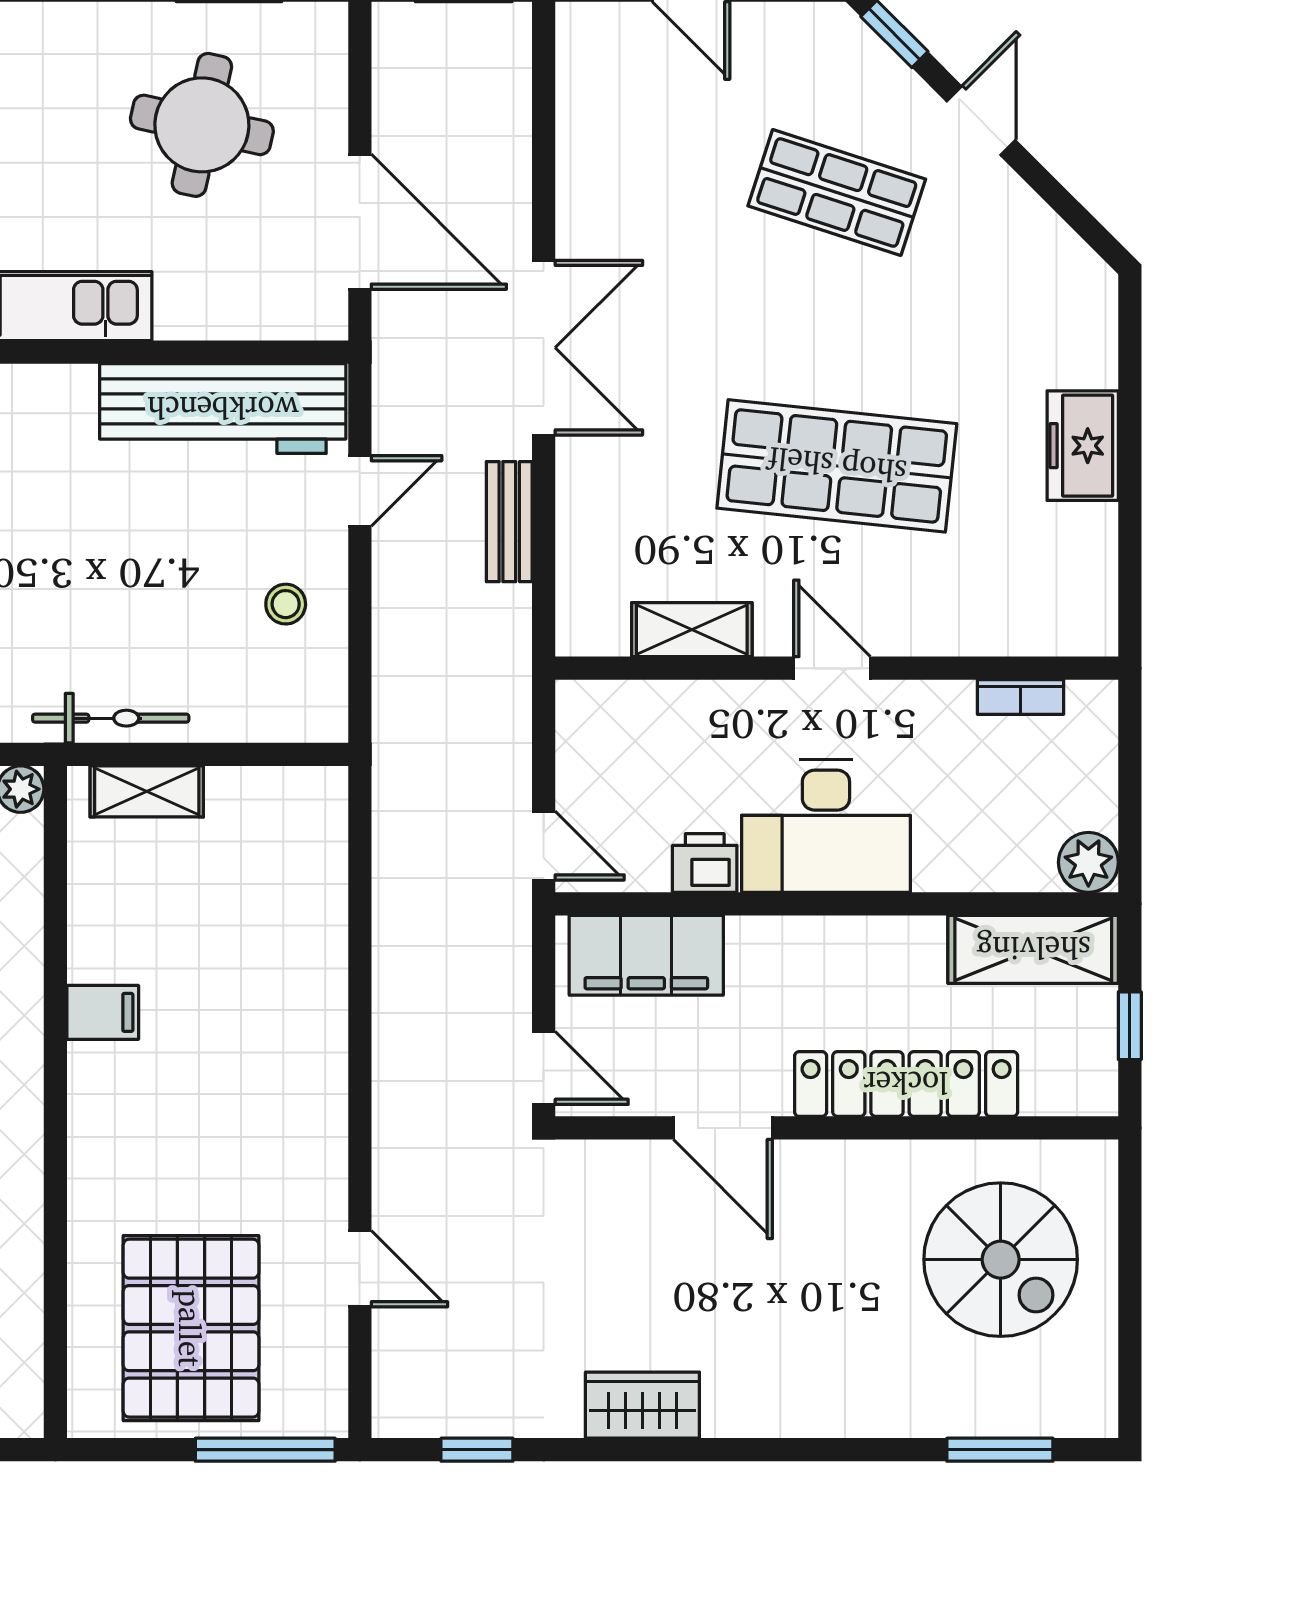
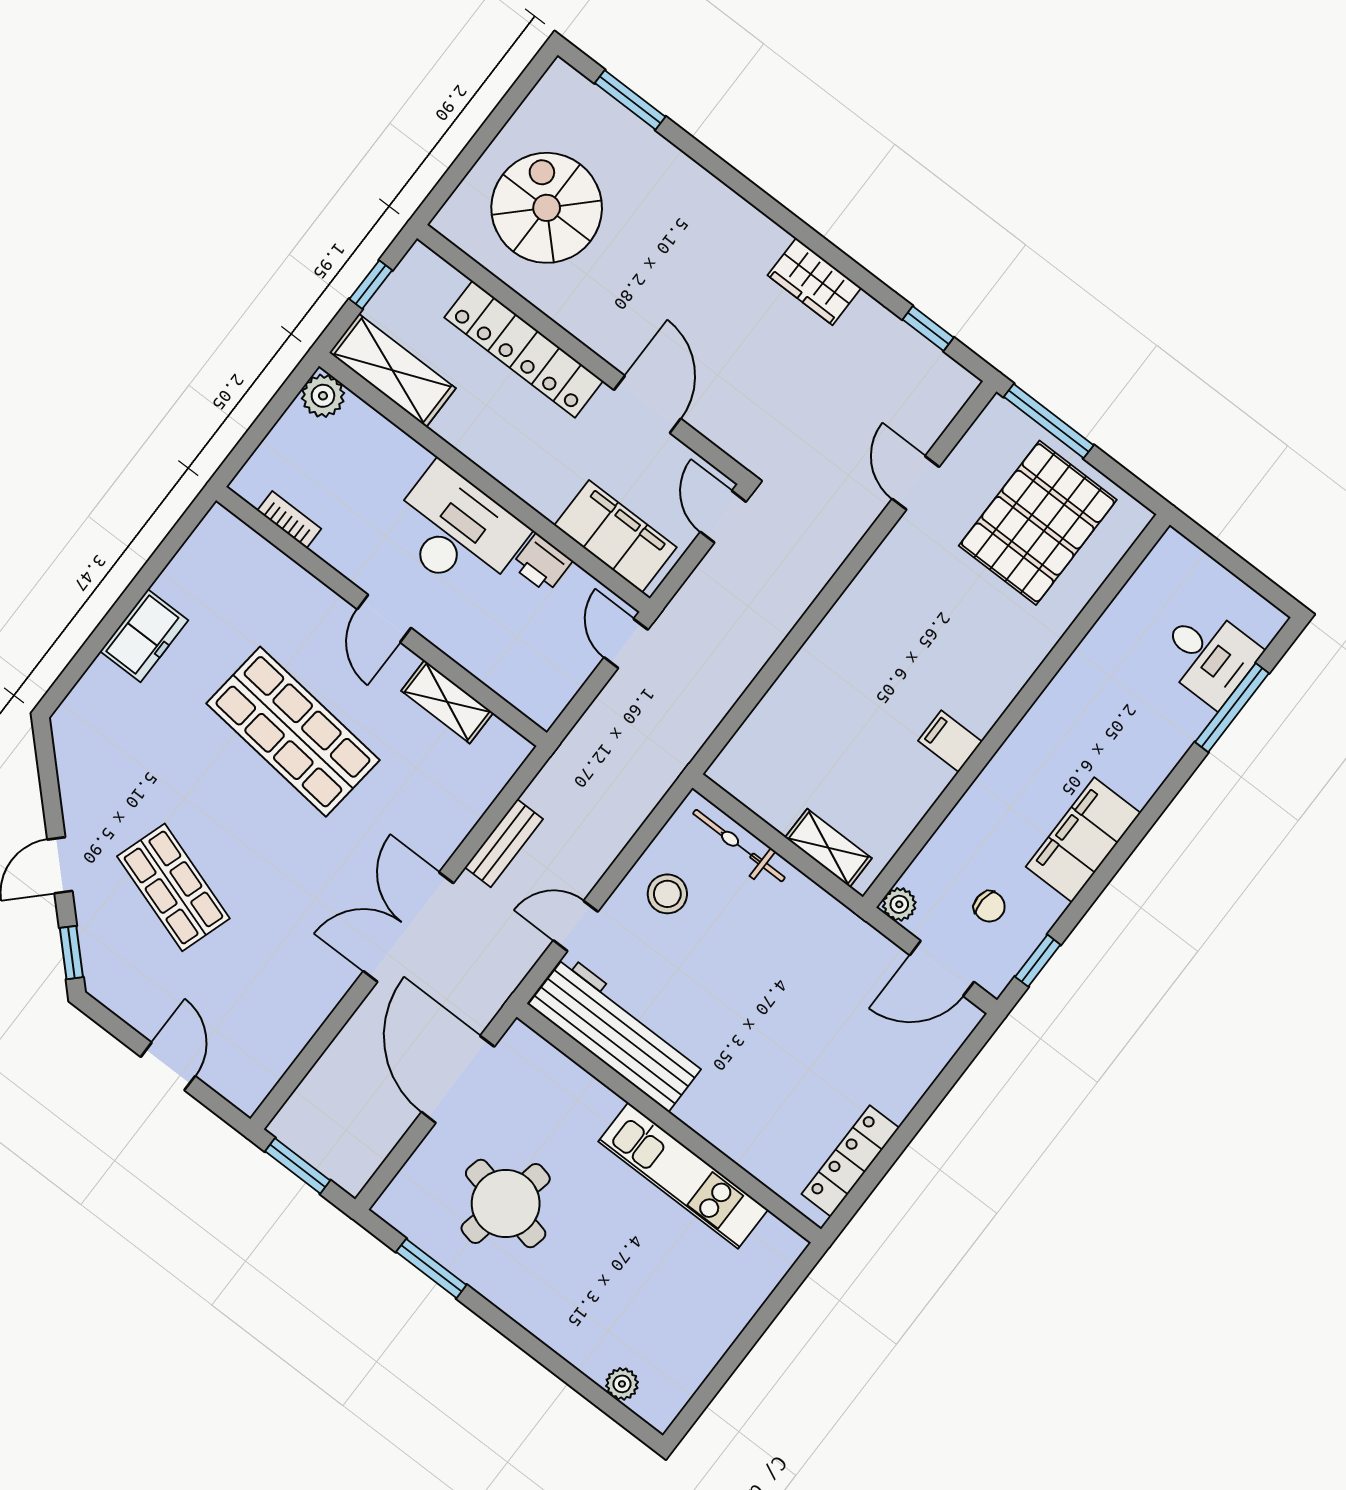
stool: (286, 604) -> (667, 894), width x1.37, depth x1.37
bicycle: (111, 718) -> (739, 846), moved

